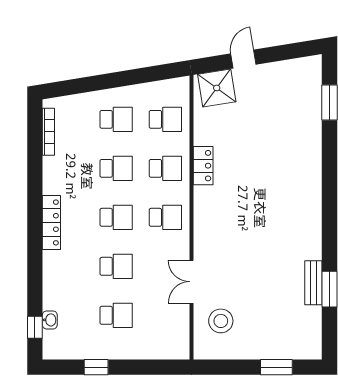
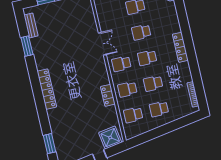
locker: (312, 203) -> (47, 89), added
double door: (192, 282) -> (102, 44), moved
bench: (313, 283) -> (31, 25), moved
stool: (221, 321) -> (80, 16), removed

